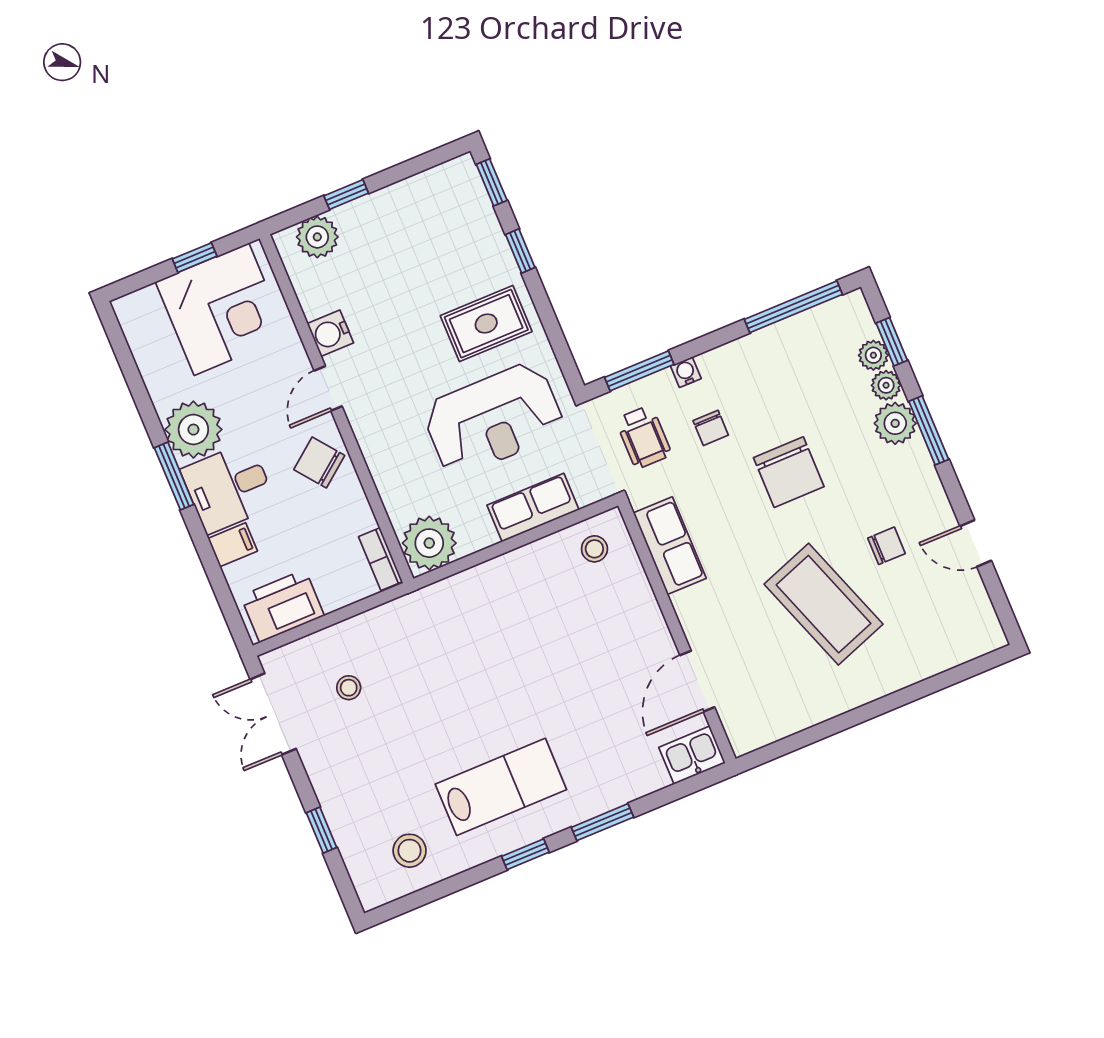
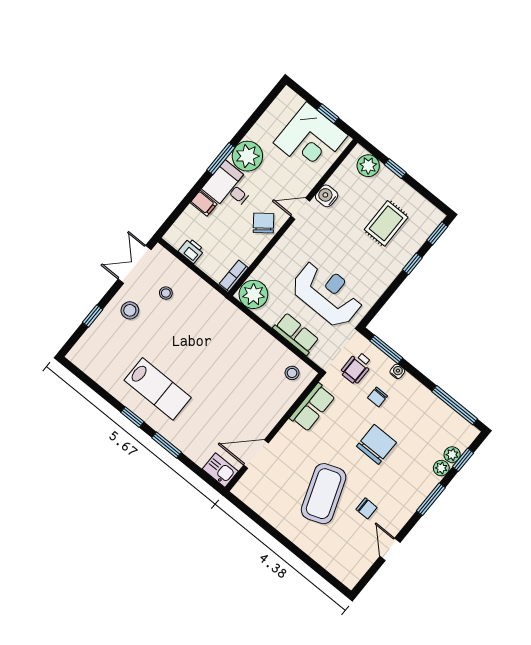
rug: (486, 324) -> (386, 223), moved, turned 90
reception desk: (493, 419) -> (327, 293), turned 180
plant: (895, 423) -> (426, 482), removed
chair: (789, 472) -> (376, 444), turned 180
printer: (282, 606) -> (191, 251), width x0.53, depth x0.68
stool: (410, 851) -> (130, 310), moved

